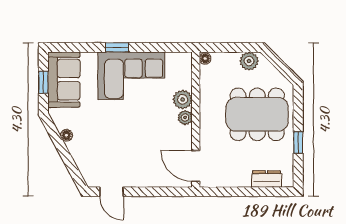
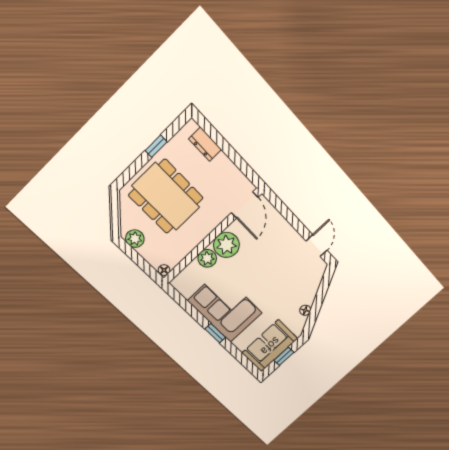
plant: (185, 118) -> (226, 245), width x1.88, depth x1.88

